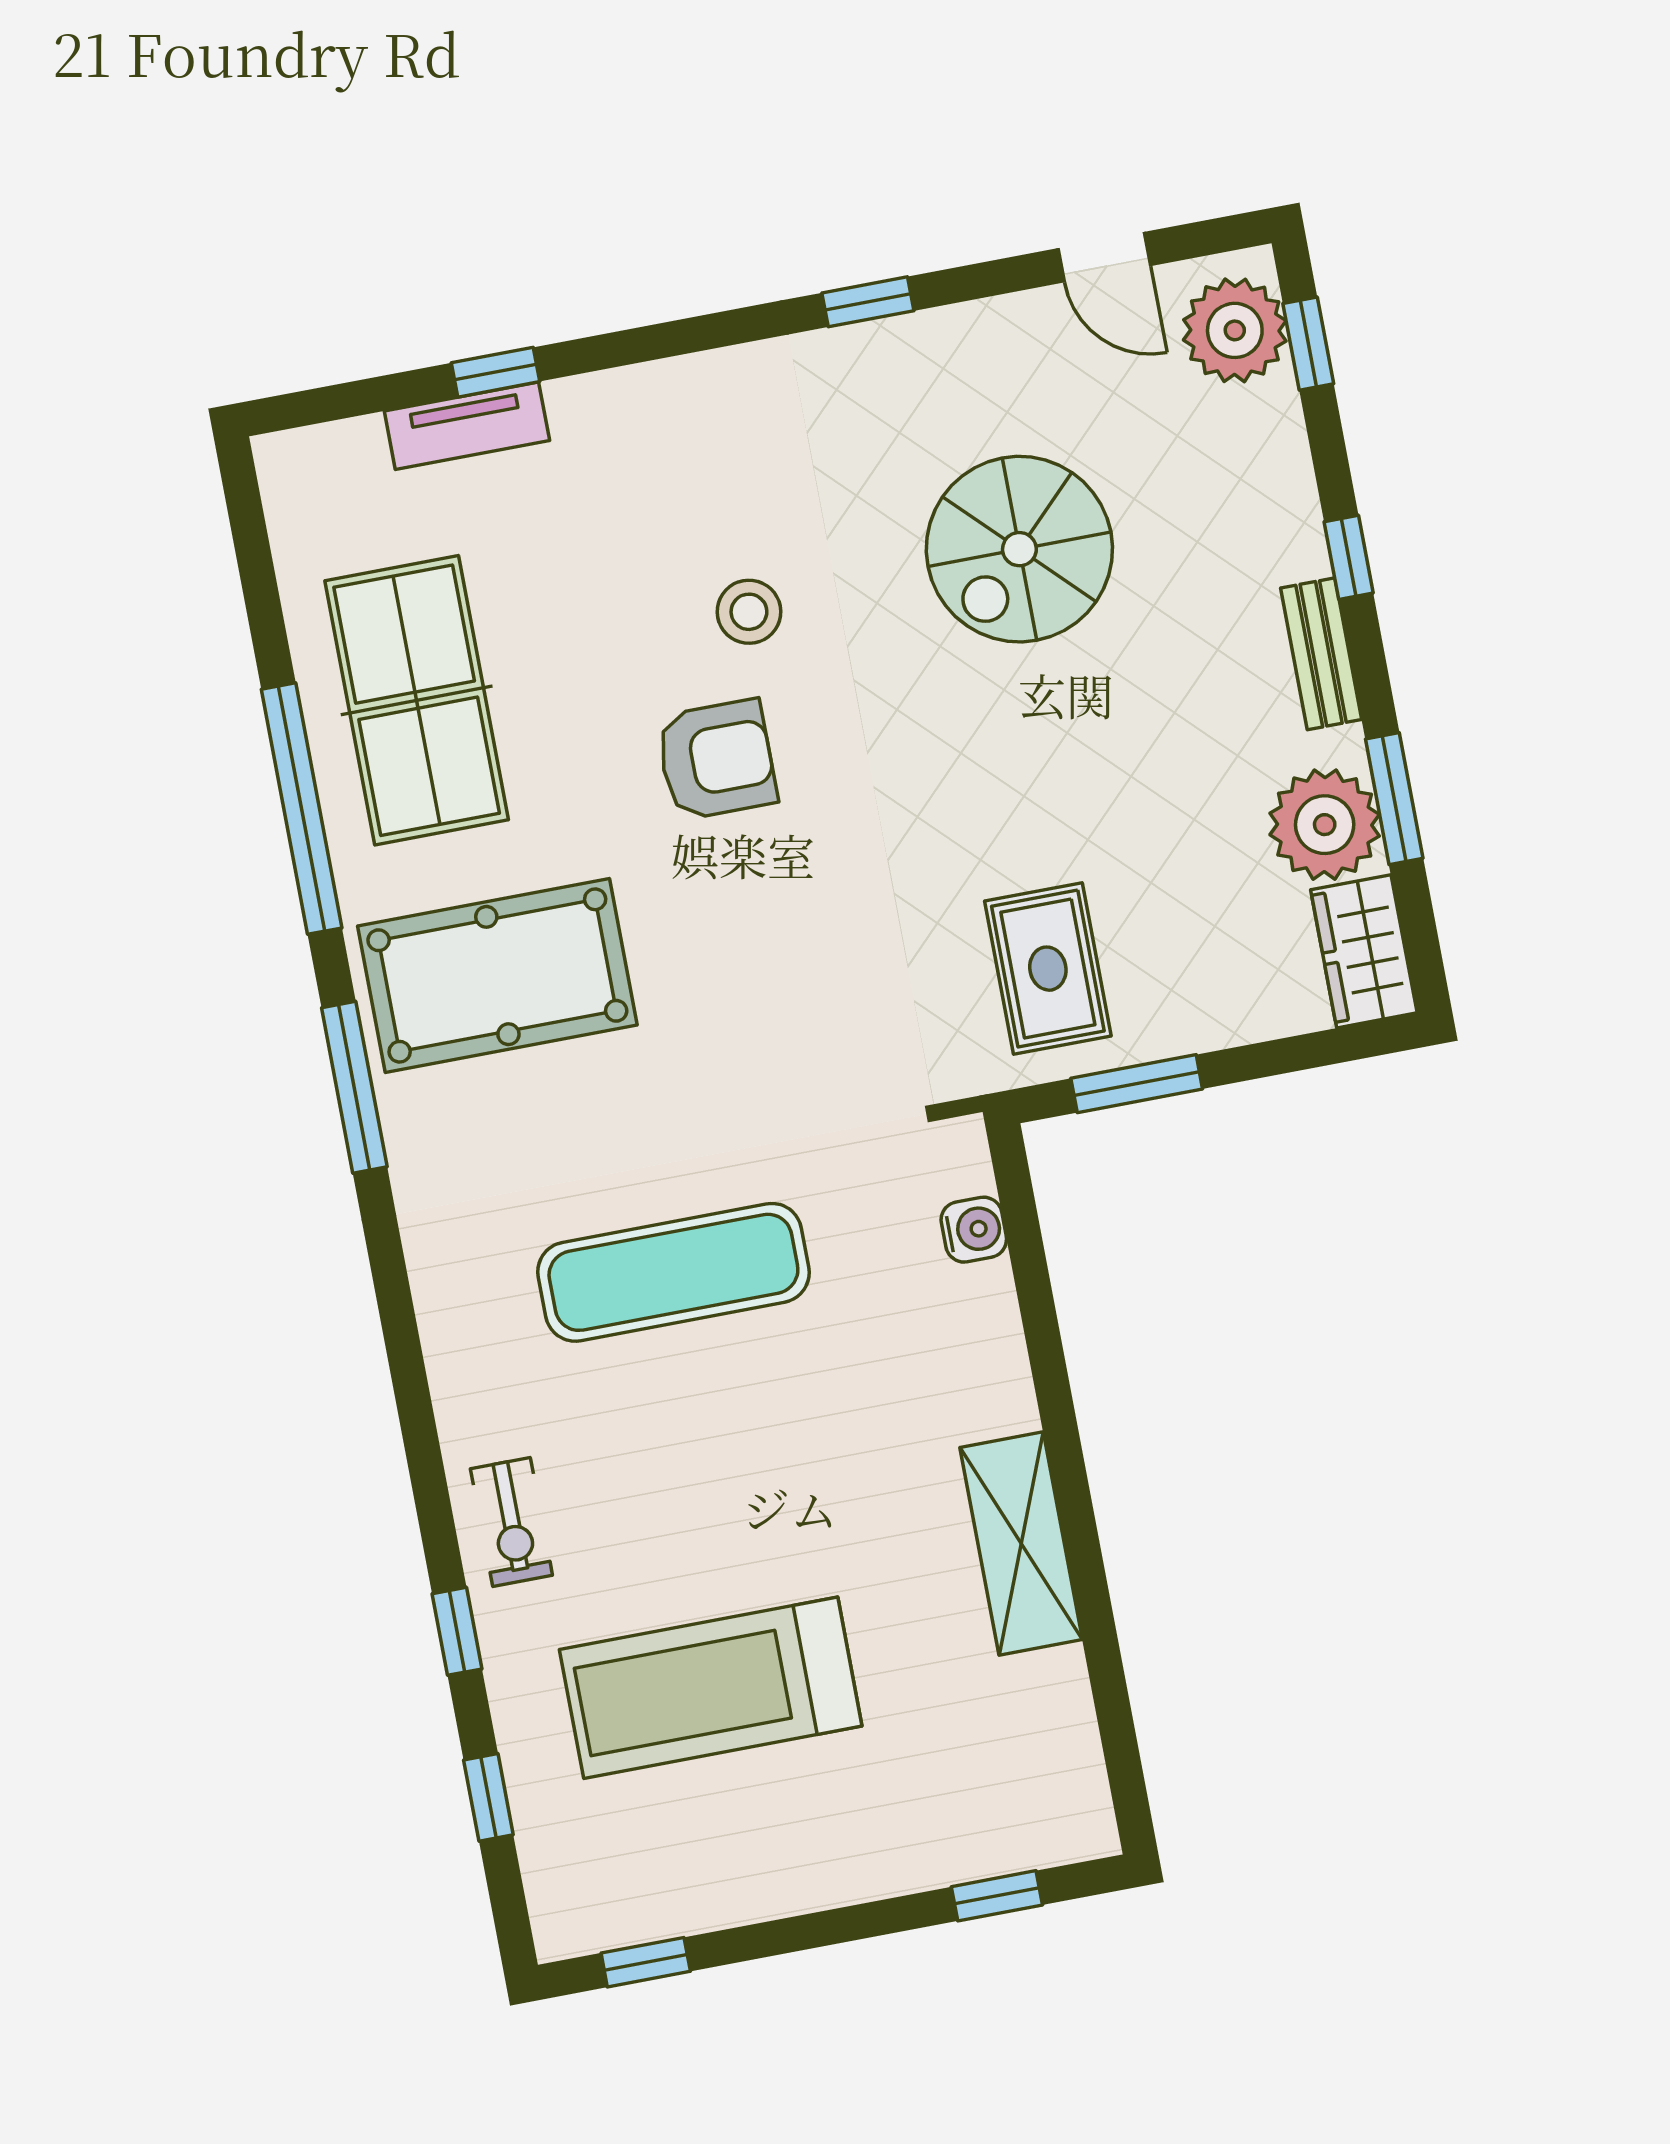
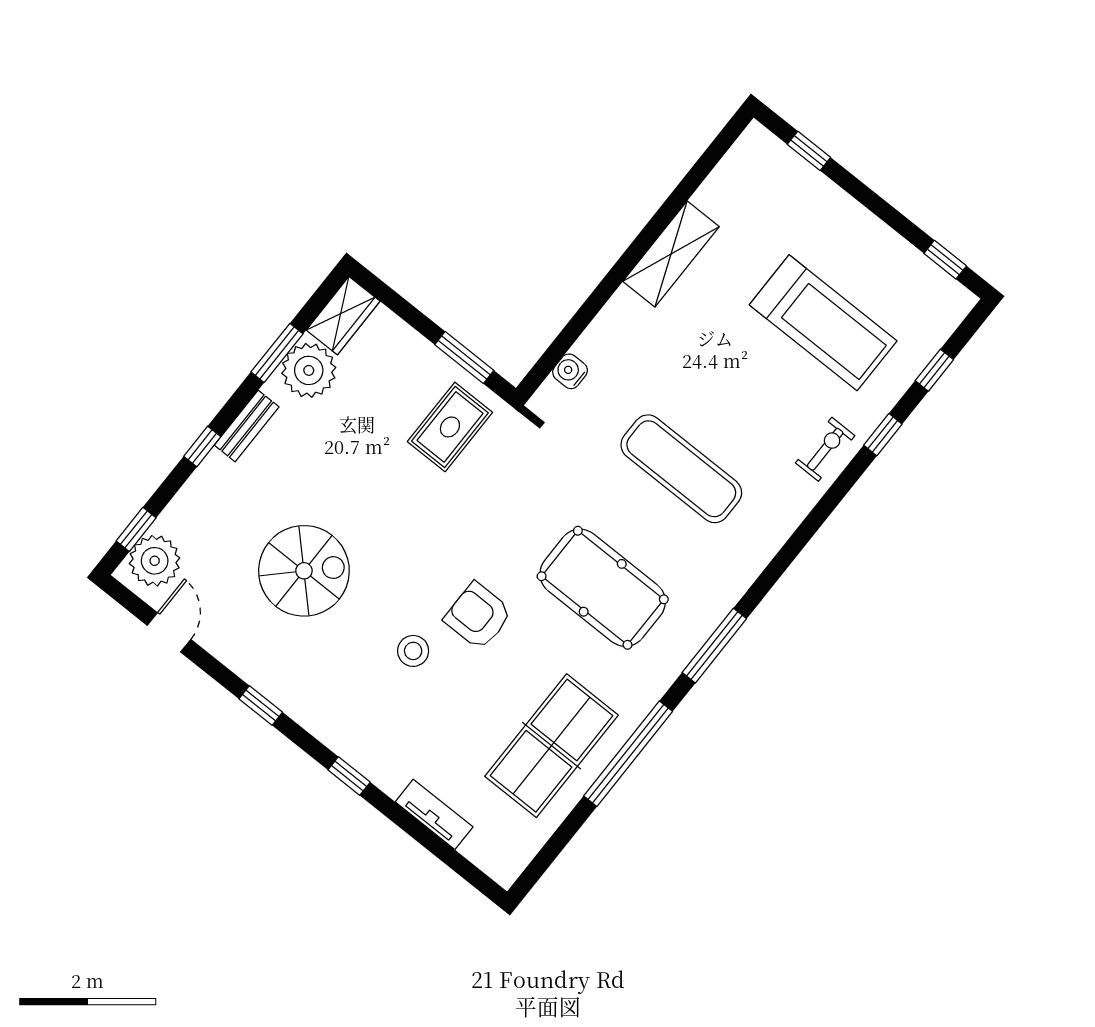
window: (496, 372) -> (349, 776), moved
pool table: (497, 976) -> (603, 588), moved

